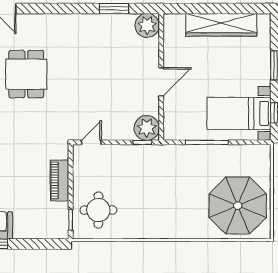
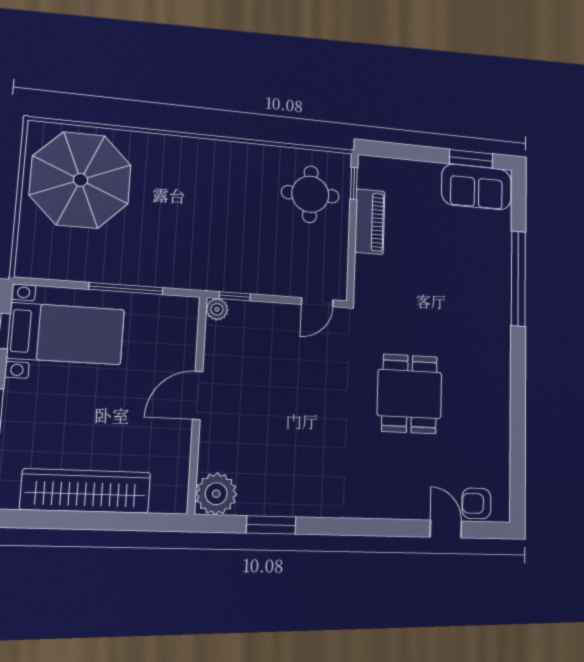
dining table: (26, 74) -> (410, 394), moved
plant: (147, 128) -> (217, 309), width x0.53, depth x0.53
piano: (60, 180) -> (370, 222), moved

